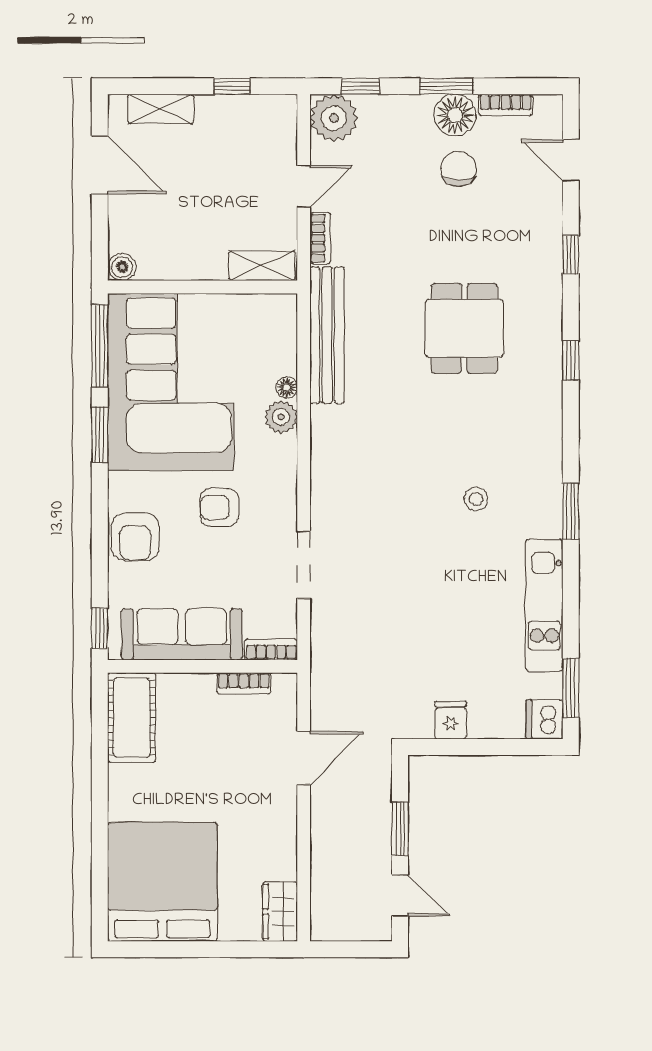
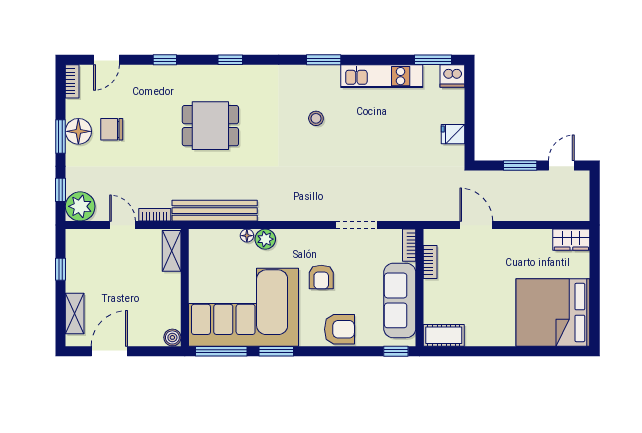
bookcase: (506, 105) -> (72, 81), moved
cot: (132, 718) -> (444, 335), width x0.73, depth x0.75

